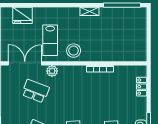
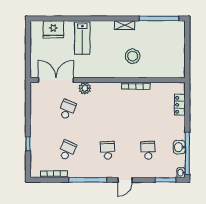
lab bench: (50, 40) -> (82, 38), moved
stool: (74, 51) -> (133, 56), moved
school desk: (35, 91) -> (67, 110), width x0.54

